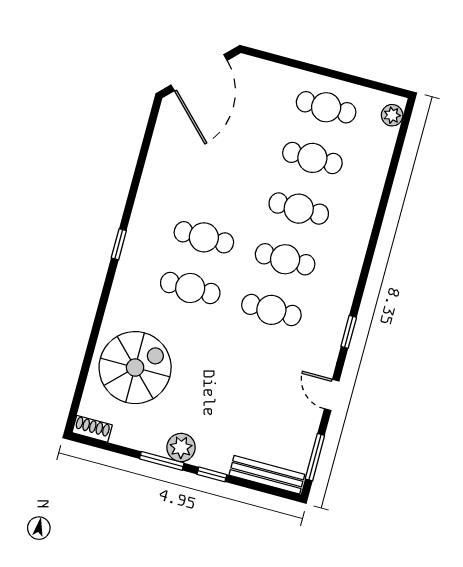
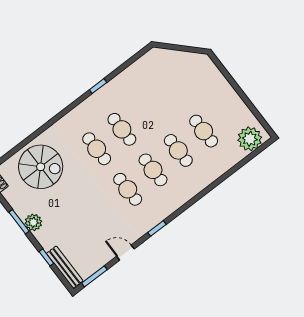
door: (199, 73) -> (180, 48), removed
cafe table: (326, 107) -> (229, 112), removed
plant: (392, 115) -> (250, 139), width x1.88, depth x1.88
window: (119, 244) -> (98, 86), moved
door: (332, 395) -> (125, 253), hinge flipped
window: (212, 474) -> (46, 257), moved

